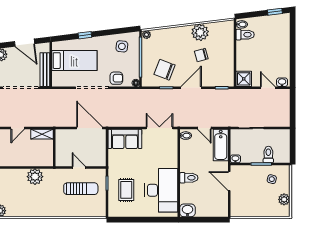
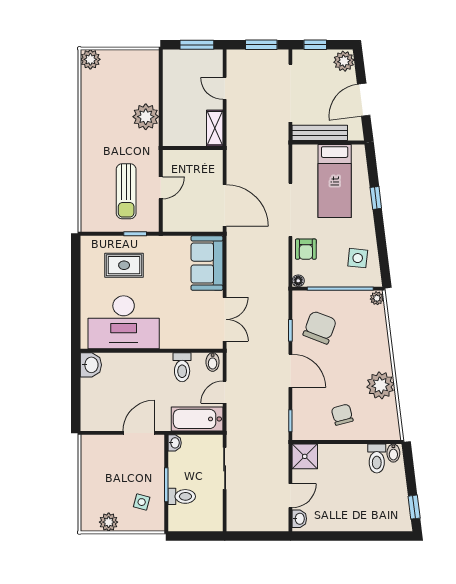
chair: (201, 55) -> (342, 415), moved
door: (90, 128) -> (225, 205), hinge flipped
toilet: (189, 178) -> (182, 367), moved

